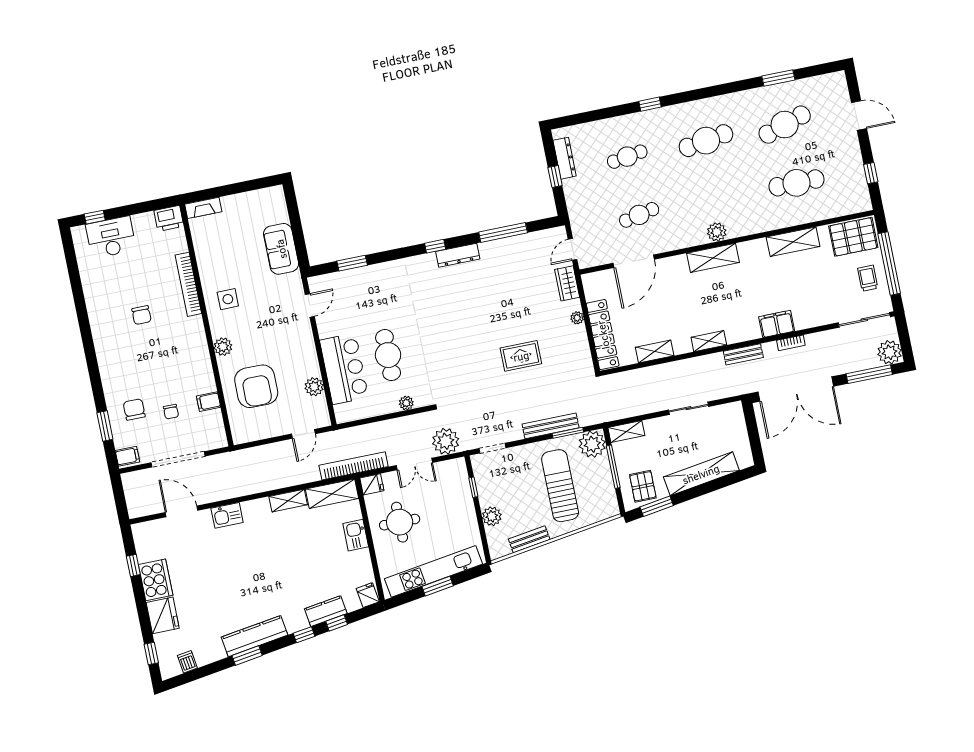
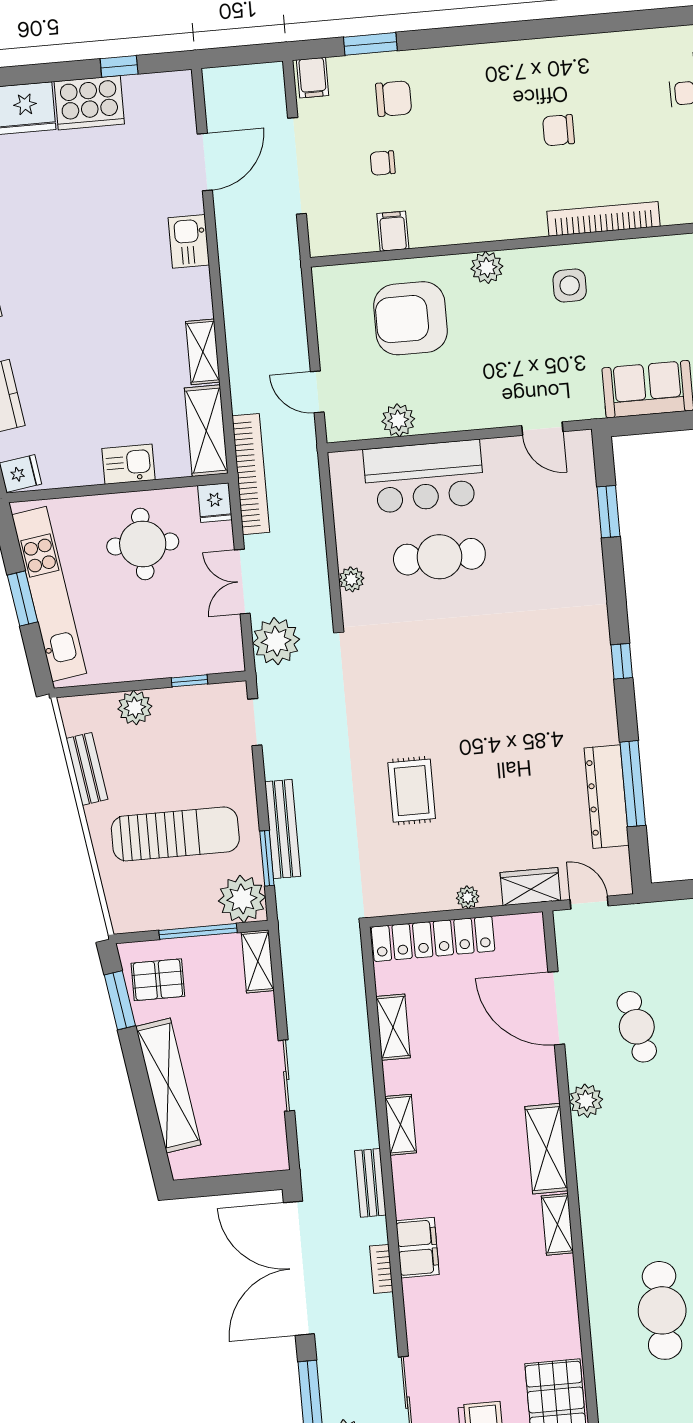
plant: (717, 232) -> (586, 1101), moved
shelving: (793, 242) -> (557, 1224), moved, width x0.67, depth x0.75
dresser: (458, 255) -> (607, 797), moved, width x1.37, depth x1.24

